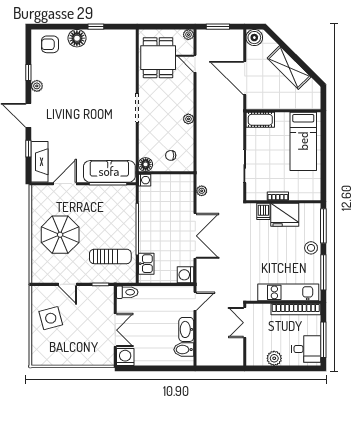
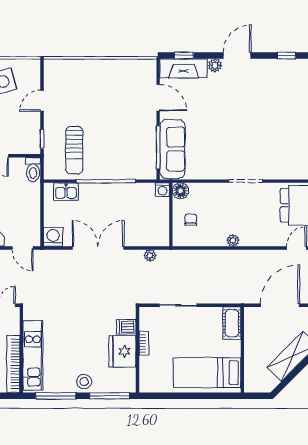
plant: (37, 86) -> (215, 65), moved
window: (28, 149) -> (184, 56), moved
parasol: (60, 235) -> (99, 92), removed
double door: (195, 236) -> (98, 248), swing flipped

